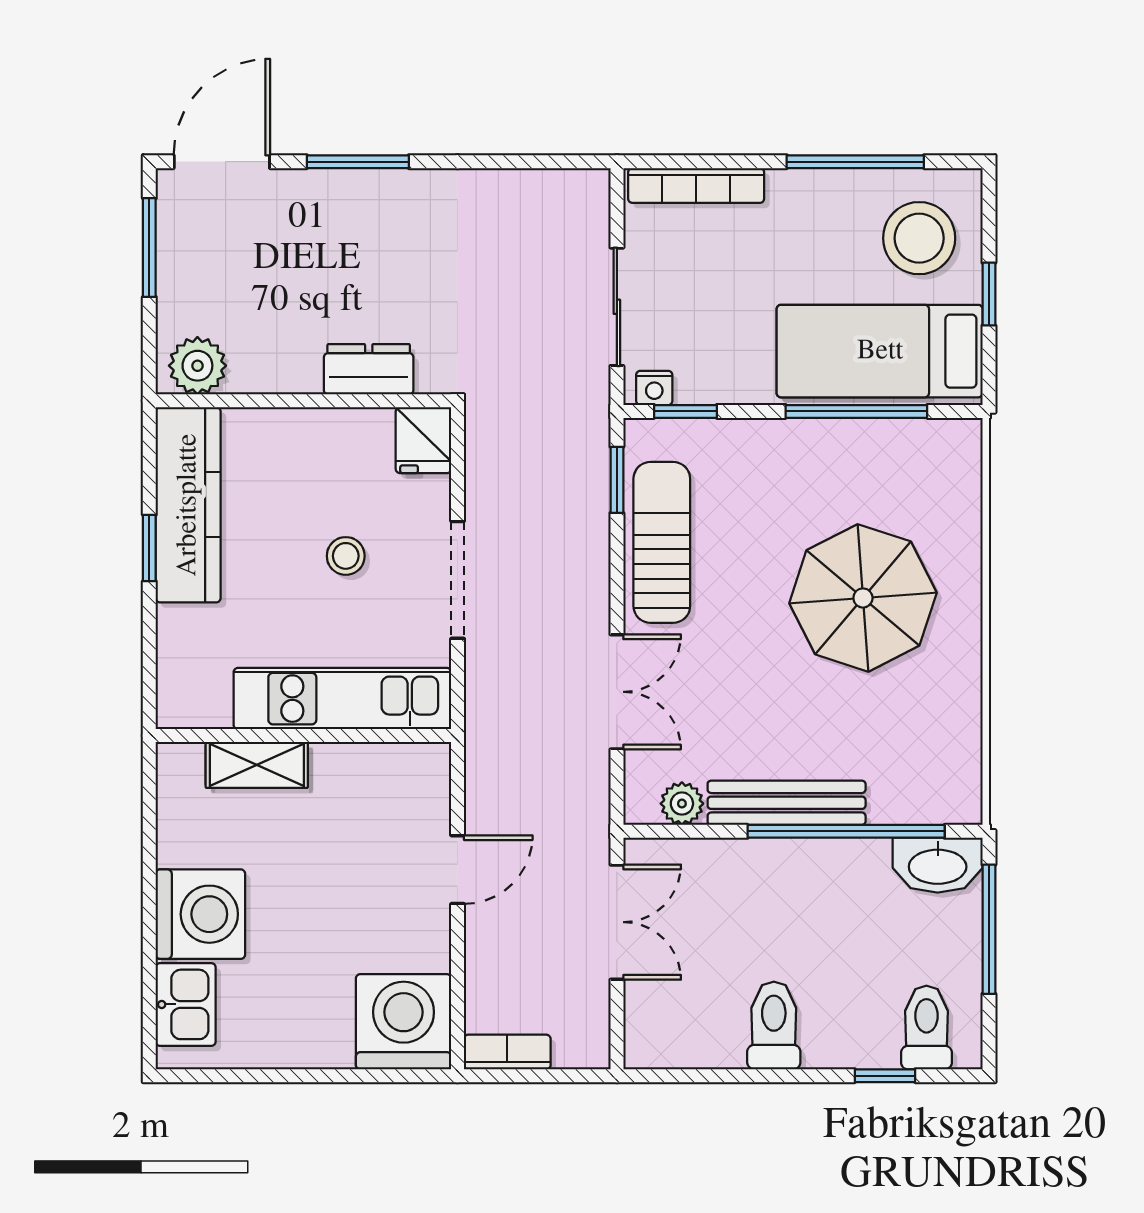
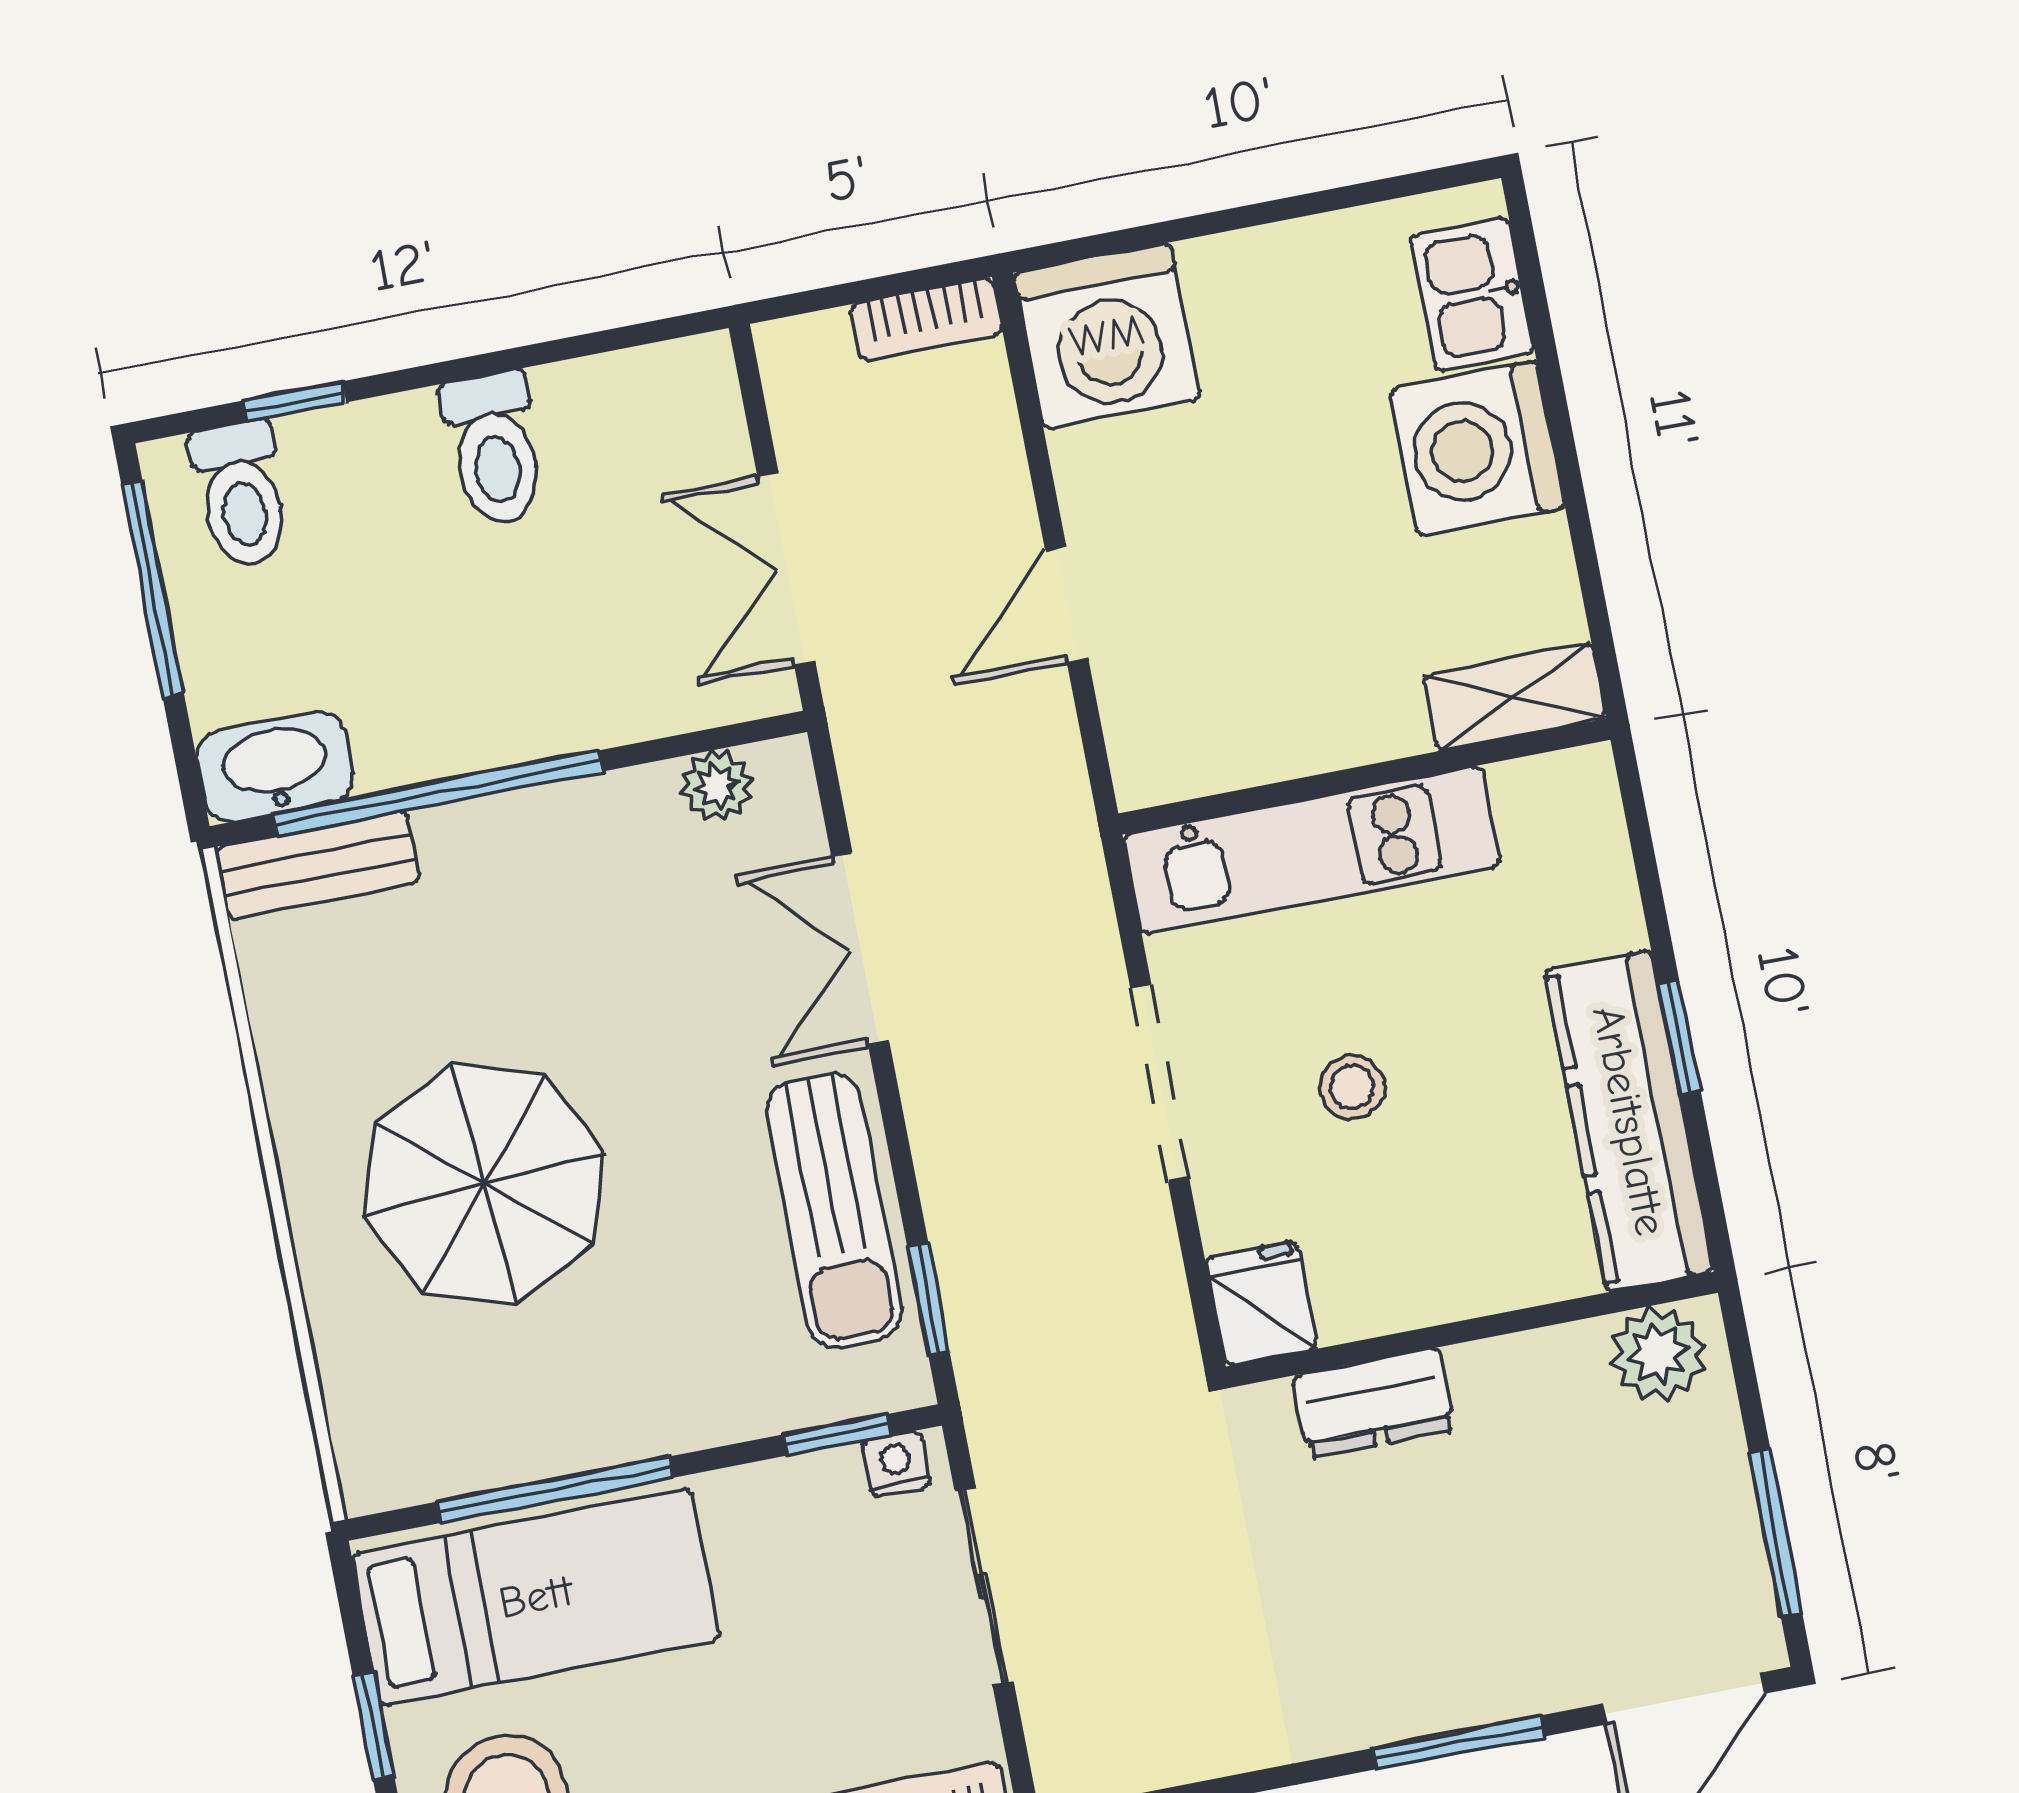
shelving: (257, 765) -> (1515, 697), moved
bench: (787, 803) -> (318, 865), moved, width x0.73
window: (989, 929) -> (153, 589), moved

